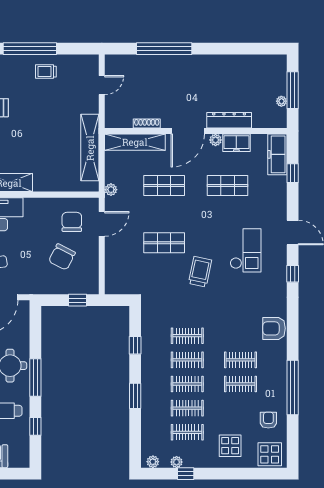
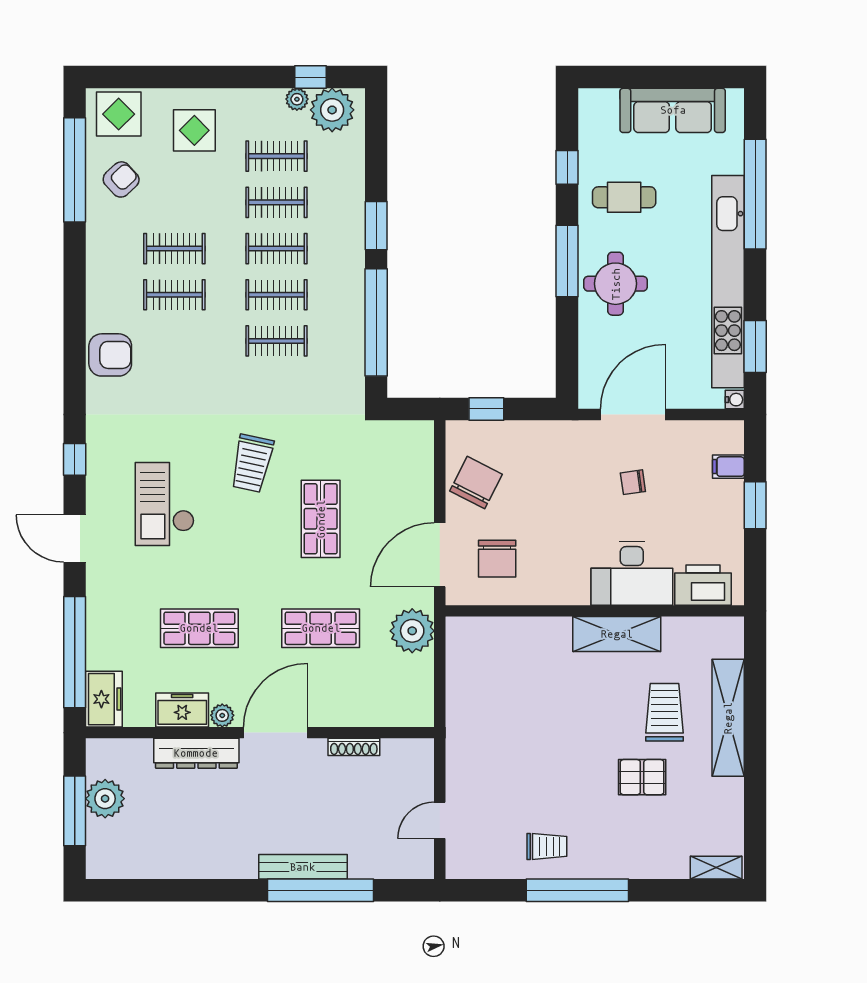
bench: (173, 61) -> (303, 867), added
plant: (281, 101) -> (105, 799), width x1.88, depth x1.88
shelving: (135, 142) -> (376, 711), removed
shelving: (90, 148) -> (463, 701), removed
freezer: (277, 154) -> (104, 699), width x0.71
window: (293, 173) -> (75, 652), width x3.17
plant: (111, 190) -> (412, 631), width x1.88, depth x1.88
door: (102, 224) -> (440, 555), width x1.36
shop shelf: (164, 243) -> (321, 519), turned 90
chair: (62, 257) -> (476, 483), moved
window: (135, 345) -> (376, 322), width x3.17
window: (293, 388) -> (75, 170), moved
armchair: (268, 420) -> (121, 179), turned -133
plant: (153, 462) -> (332, 110), width x1.87, depth x1.87
window: (186, 474) -> (310, 77), moved

